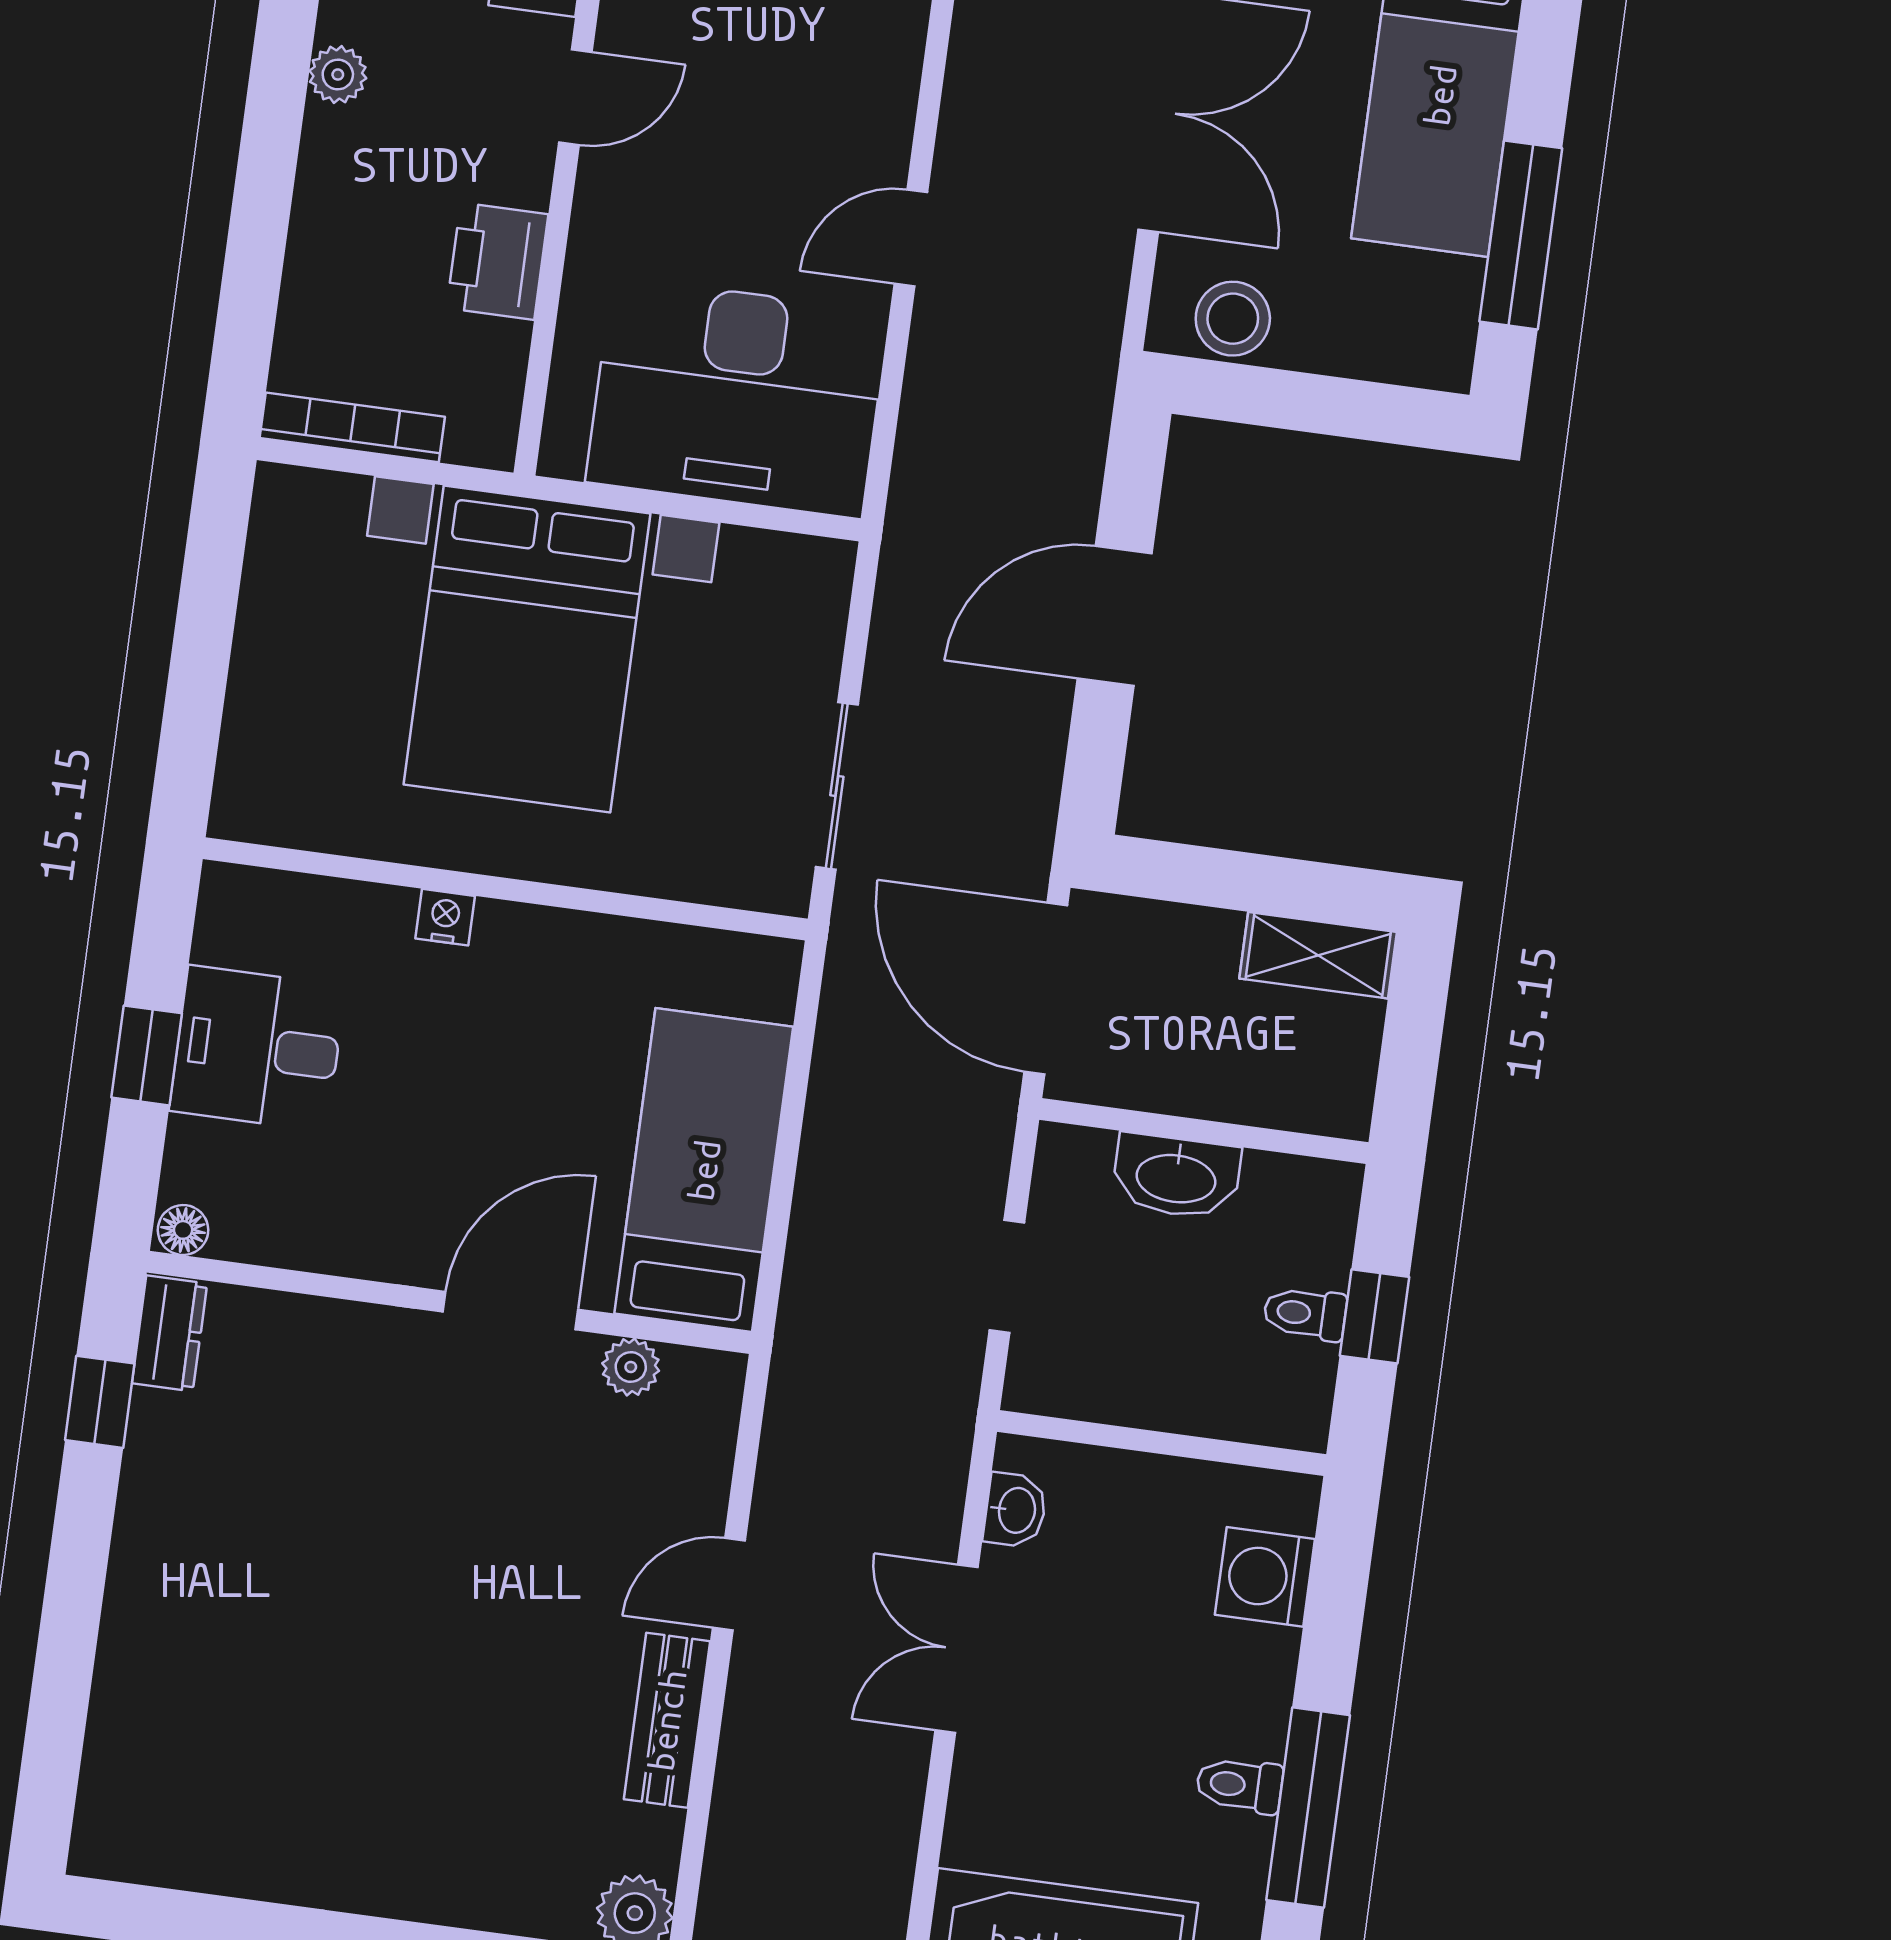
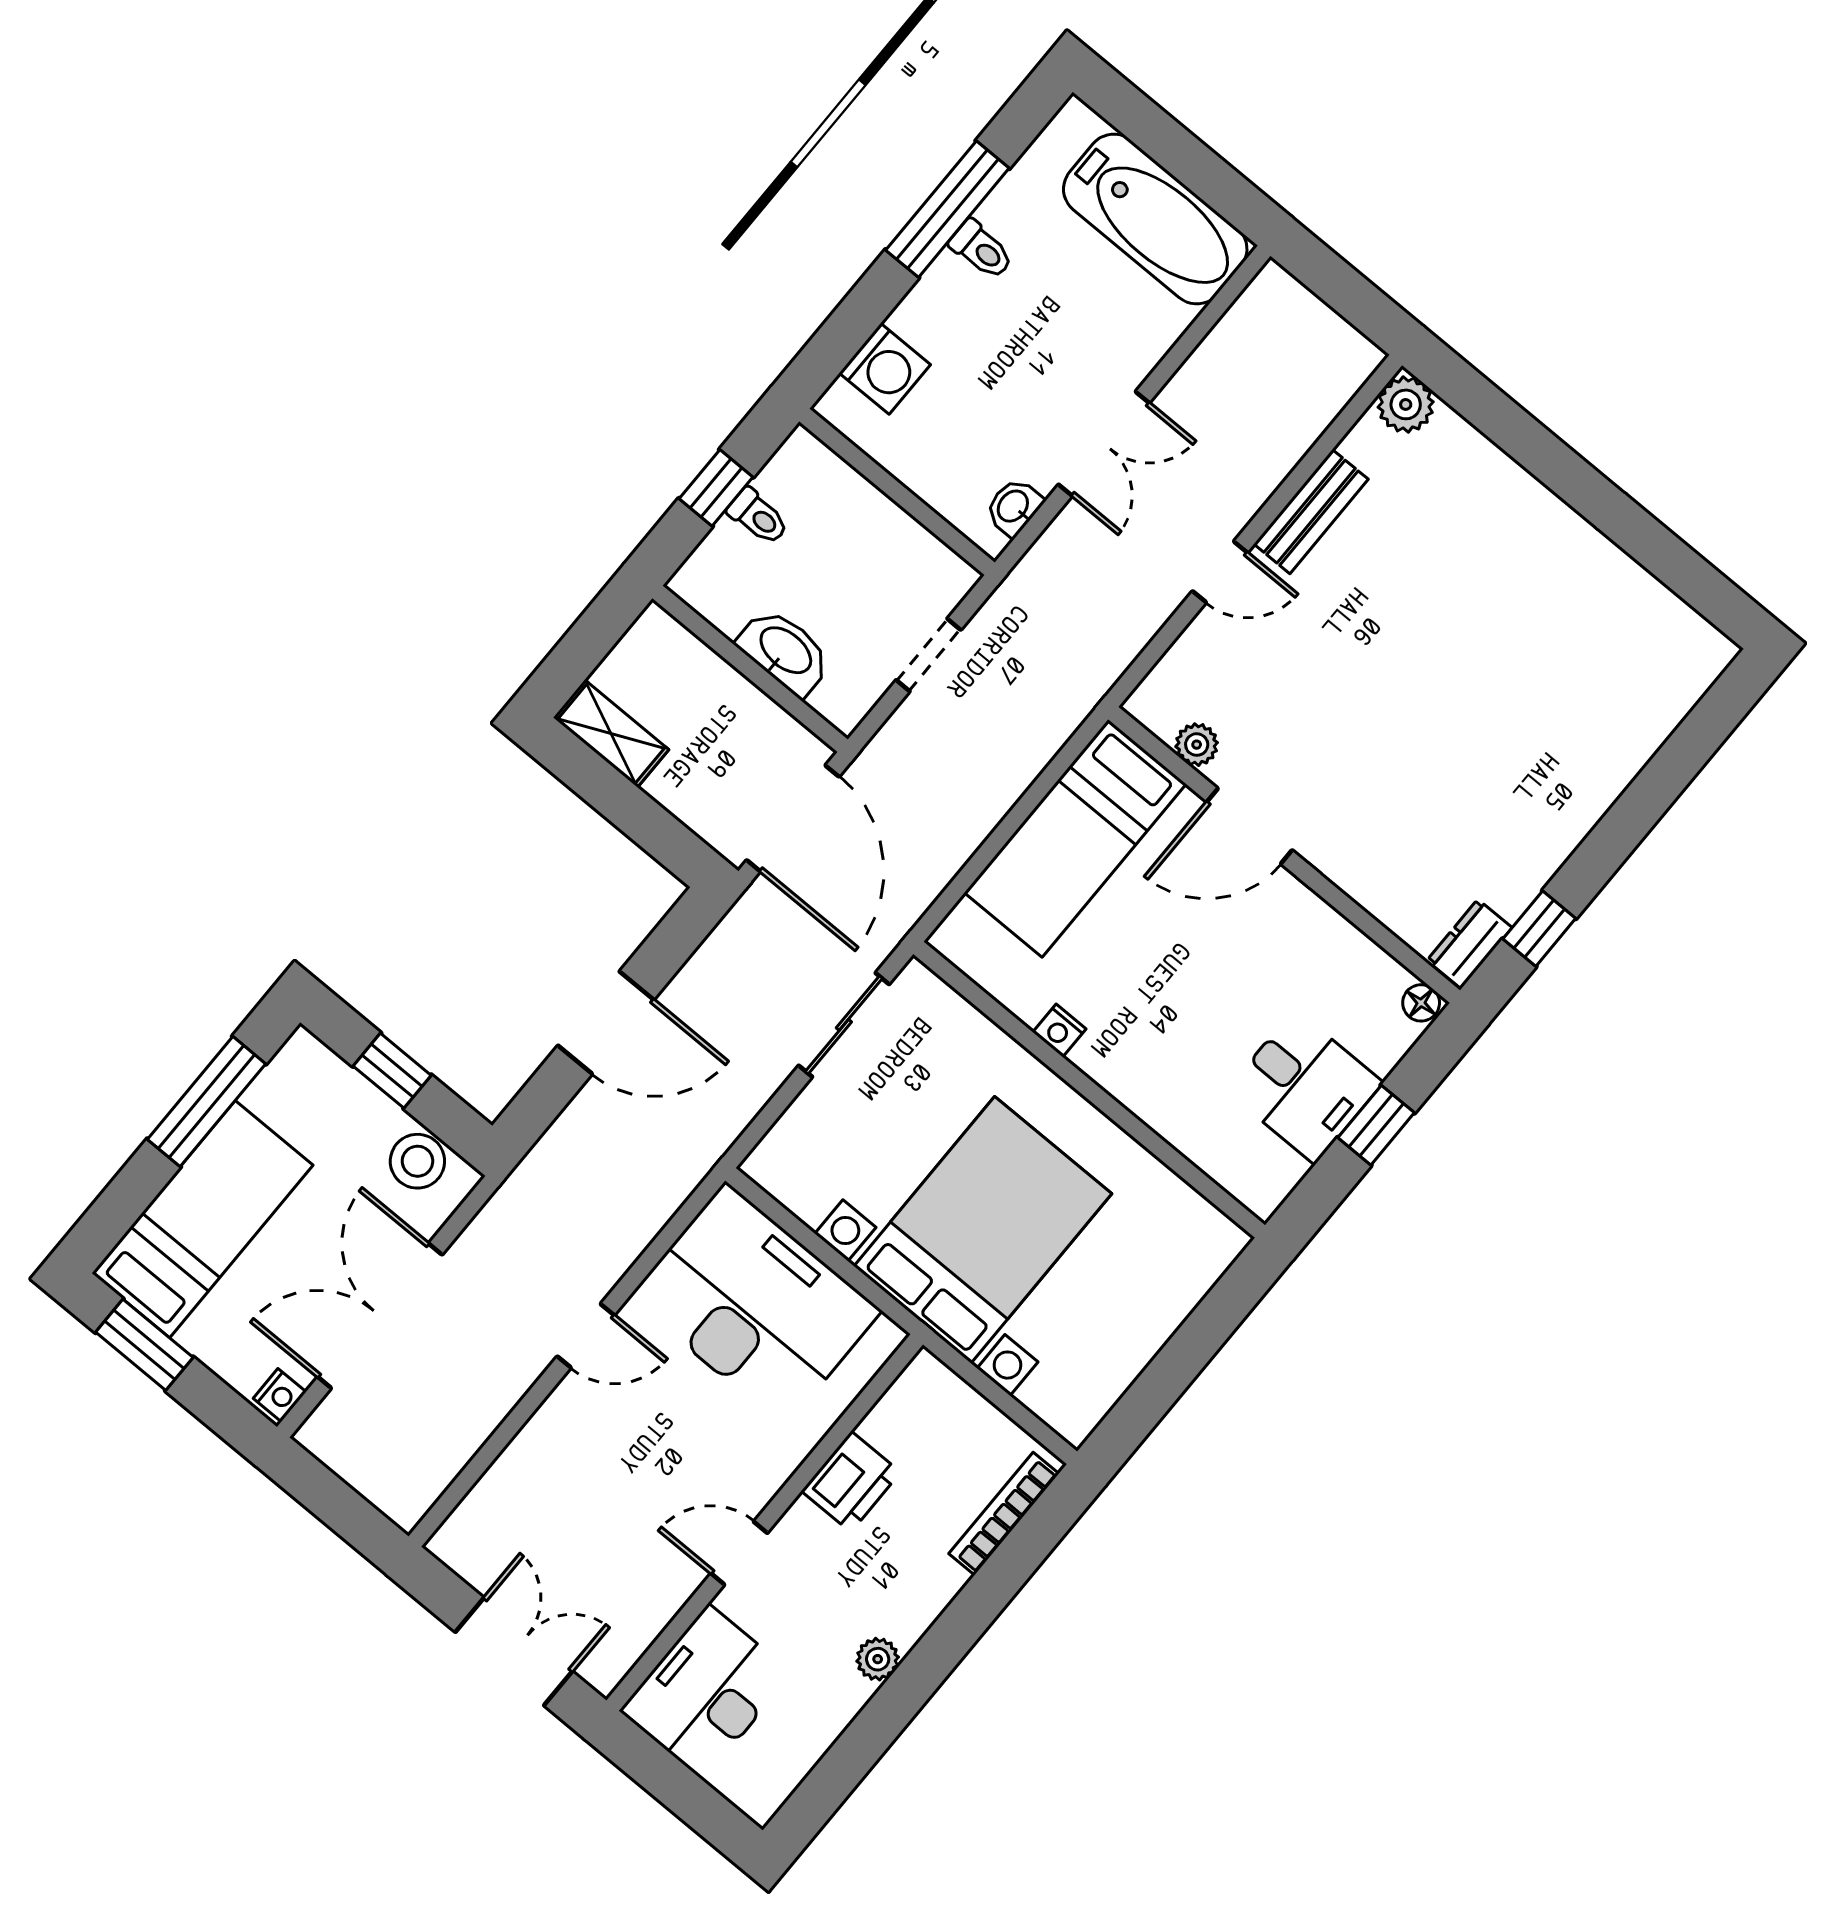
window: (1328, 405) -> (392, 1071), added
bookcase: (352, 427) -> (1004, 1514), moved, turned 90
nightstand: (445, 917) -> (1059, 1030), moved

